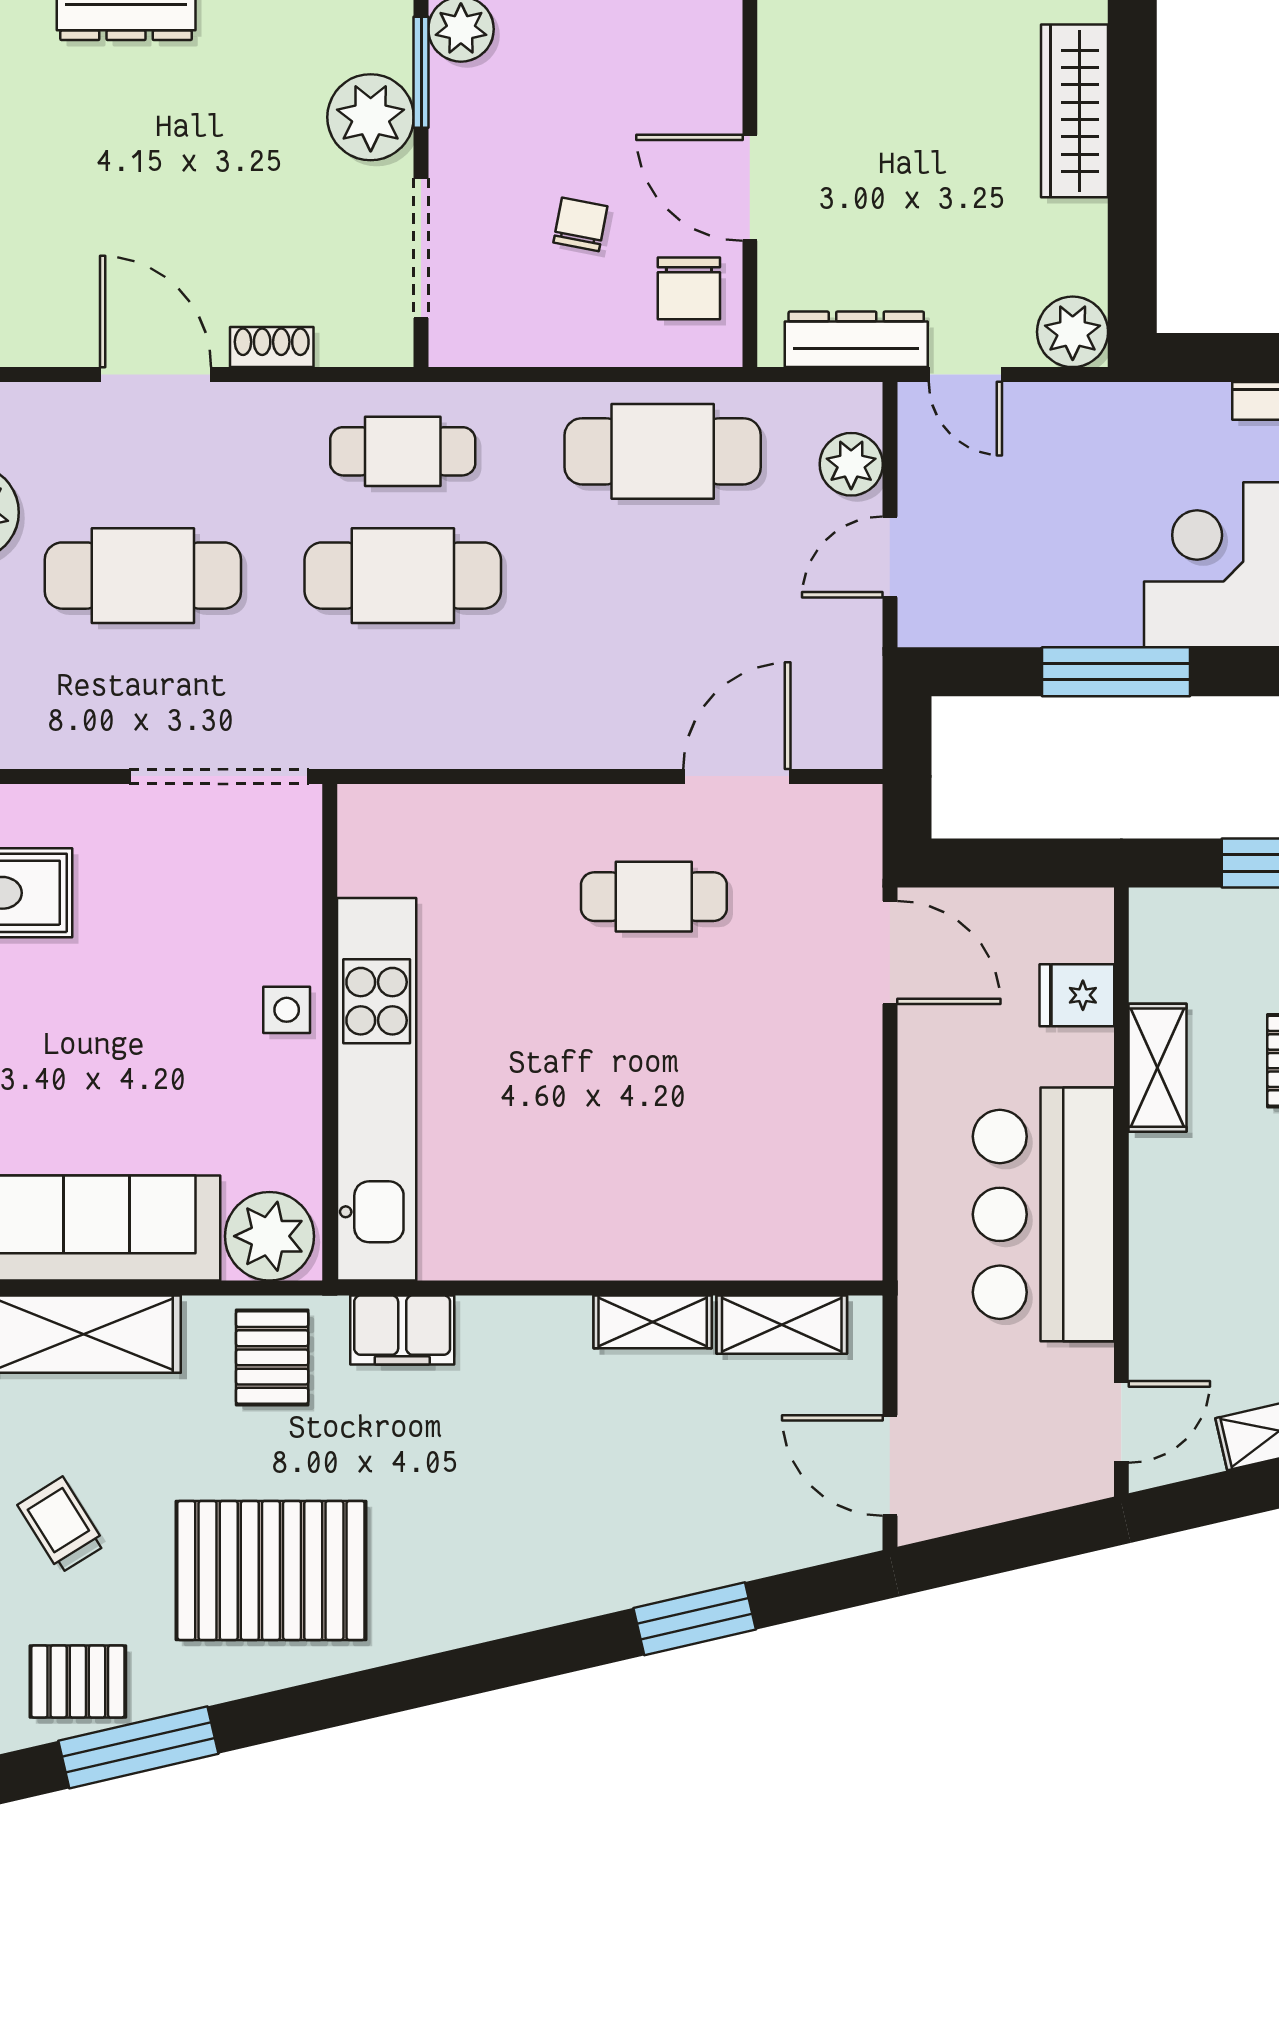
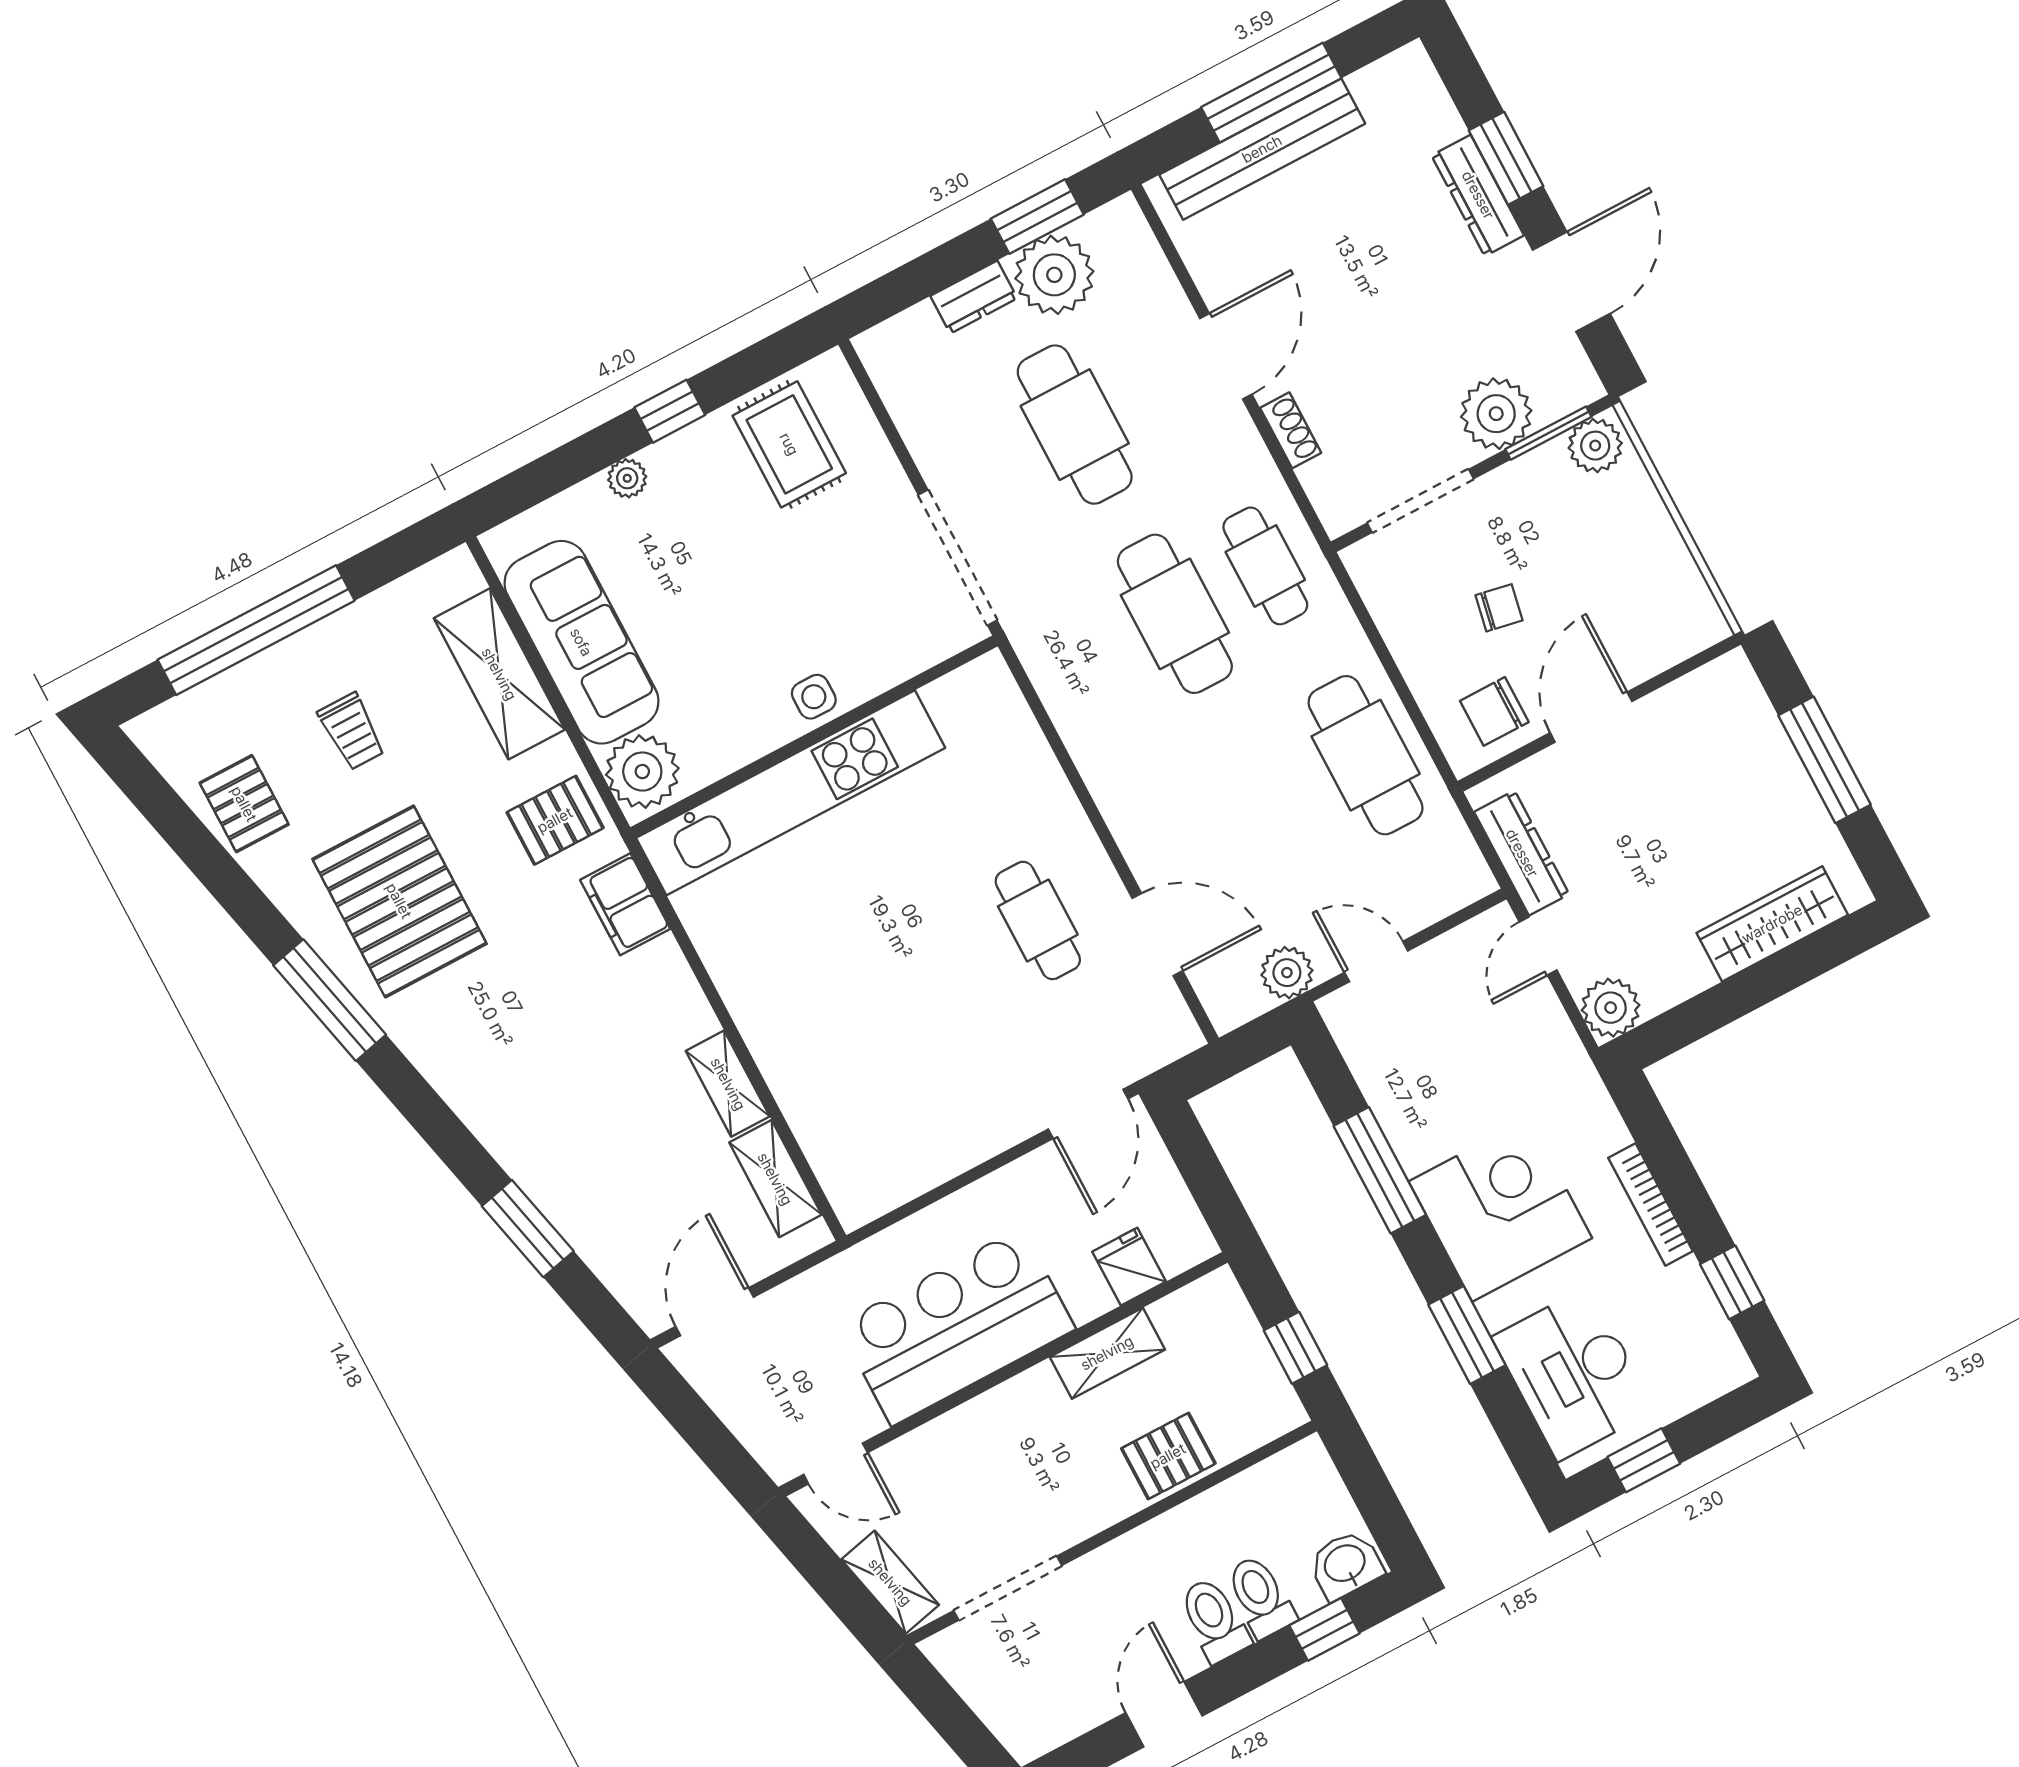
plant: (851, 464) -> (1287, 973), moved
trolley: (61, 1525) -> (352, 731), turned 122
window: (138, 1747) -> (330, 1000), moved

